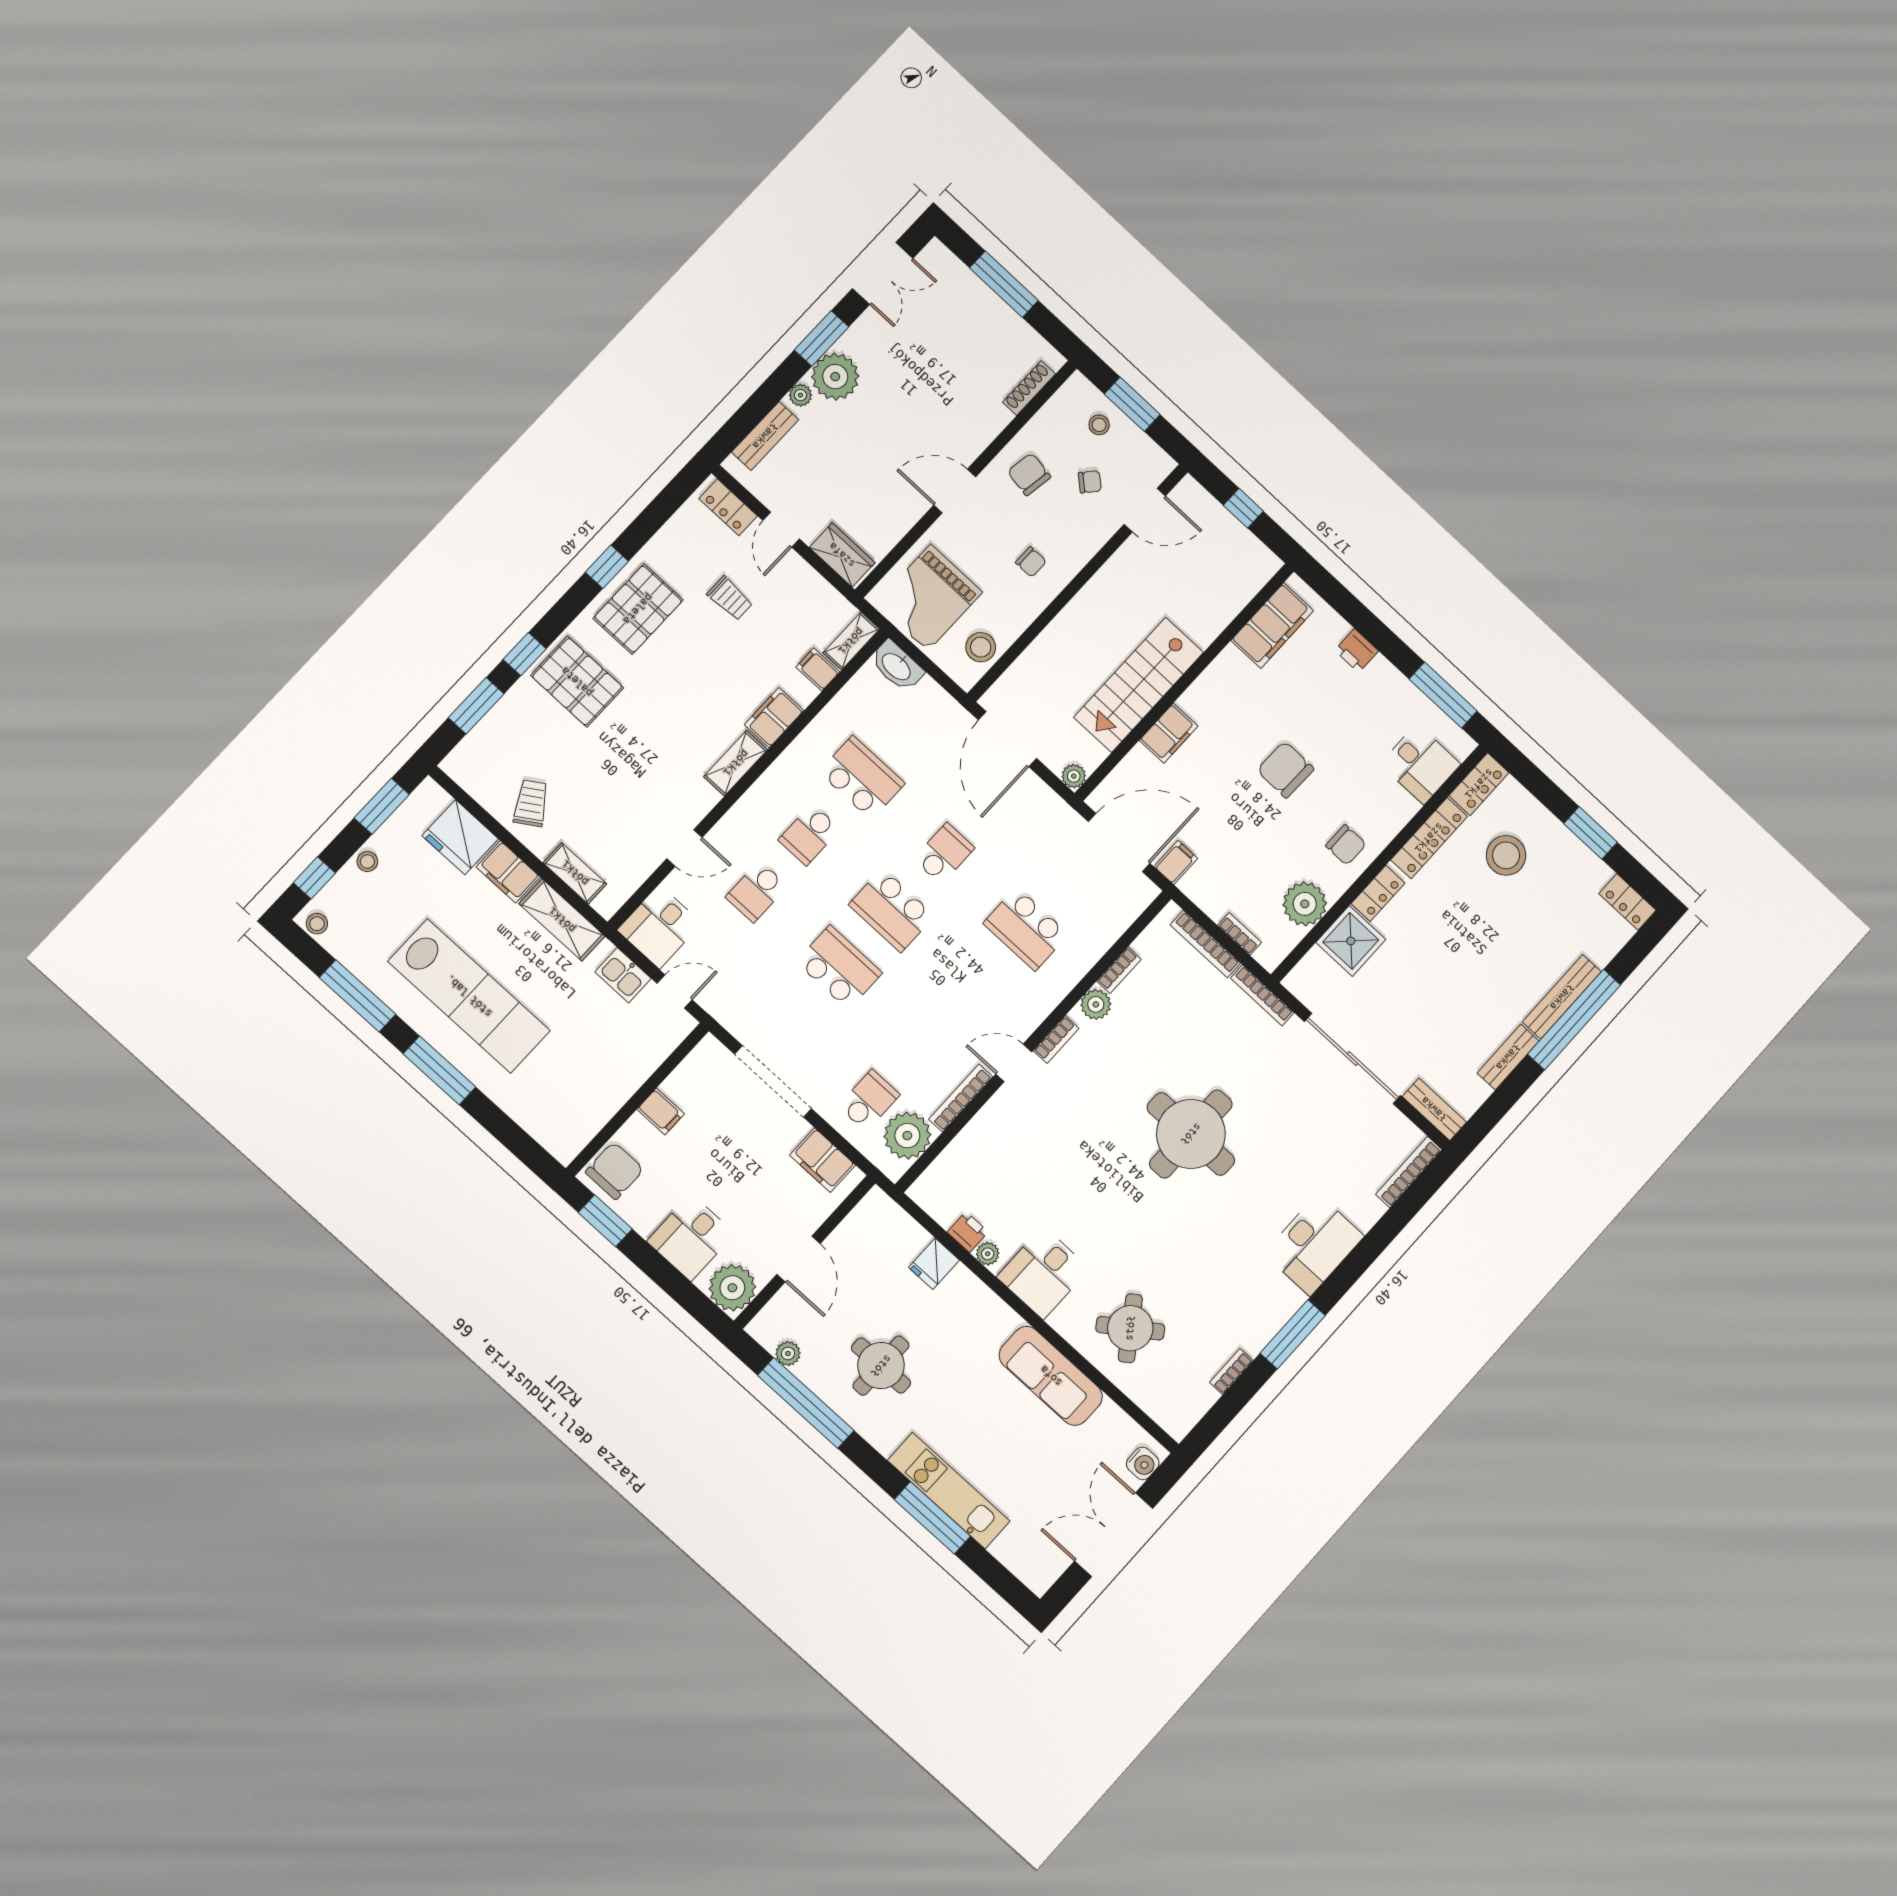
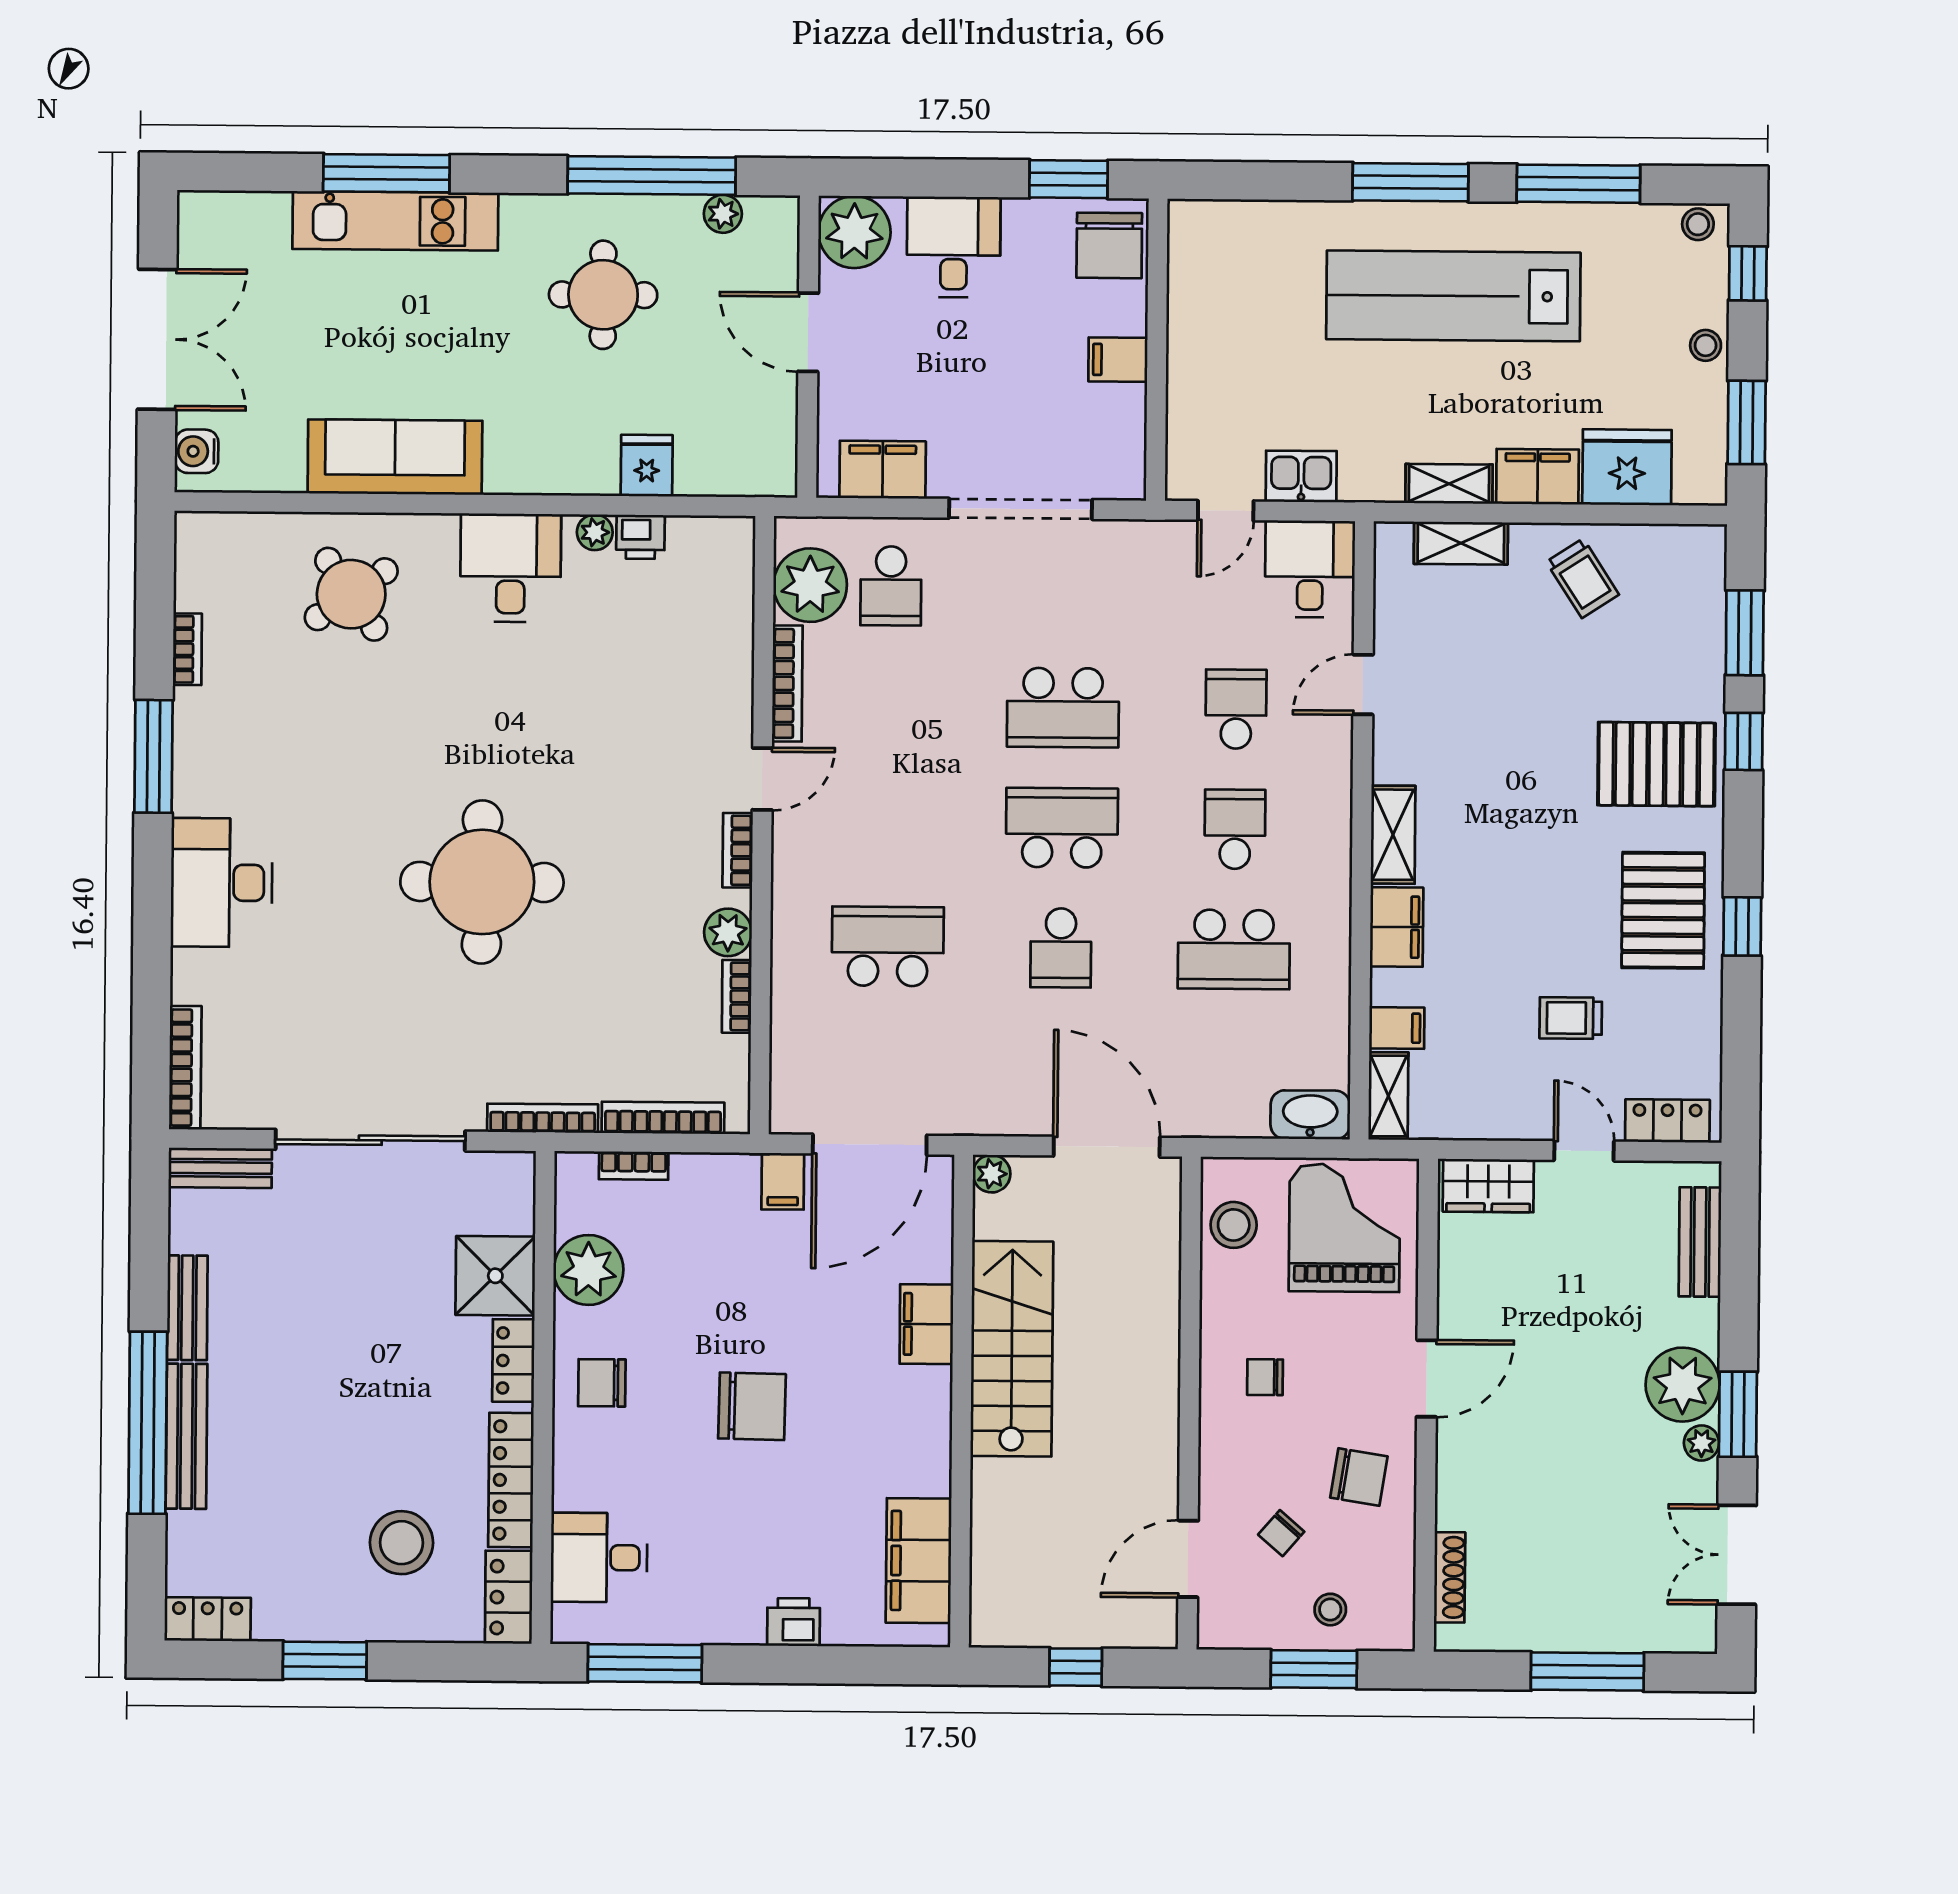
plant: (800, 395) -> (1702, 1443), moved
shelving: (562, 920) -> (1449, 484), width x0.67, depth x0.75

